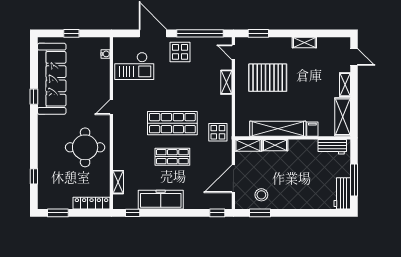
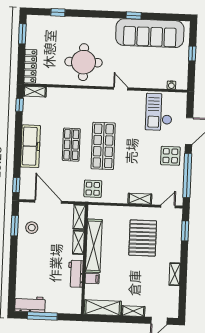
workbench: (332, 147) -> (76, 274), moved
shelving: (118, 182) -> (35, 92), moved
freezer: (161, 200) -> (30, 146), moved

